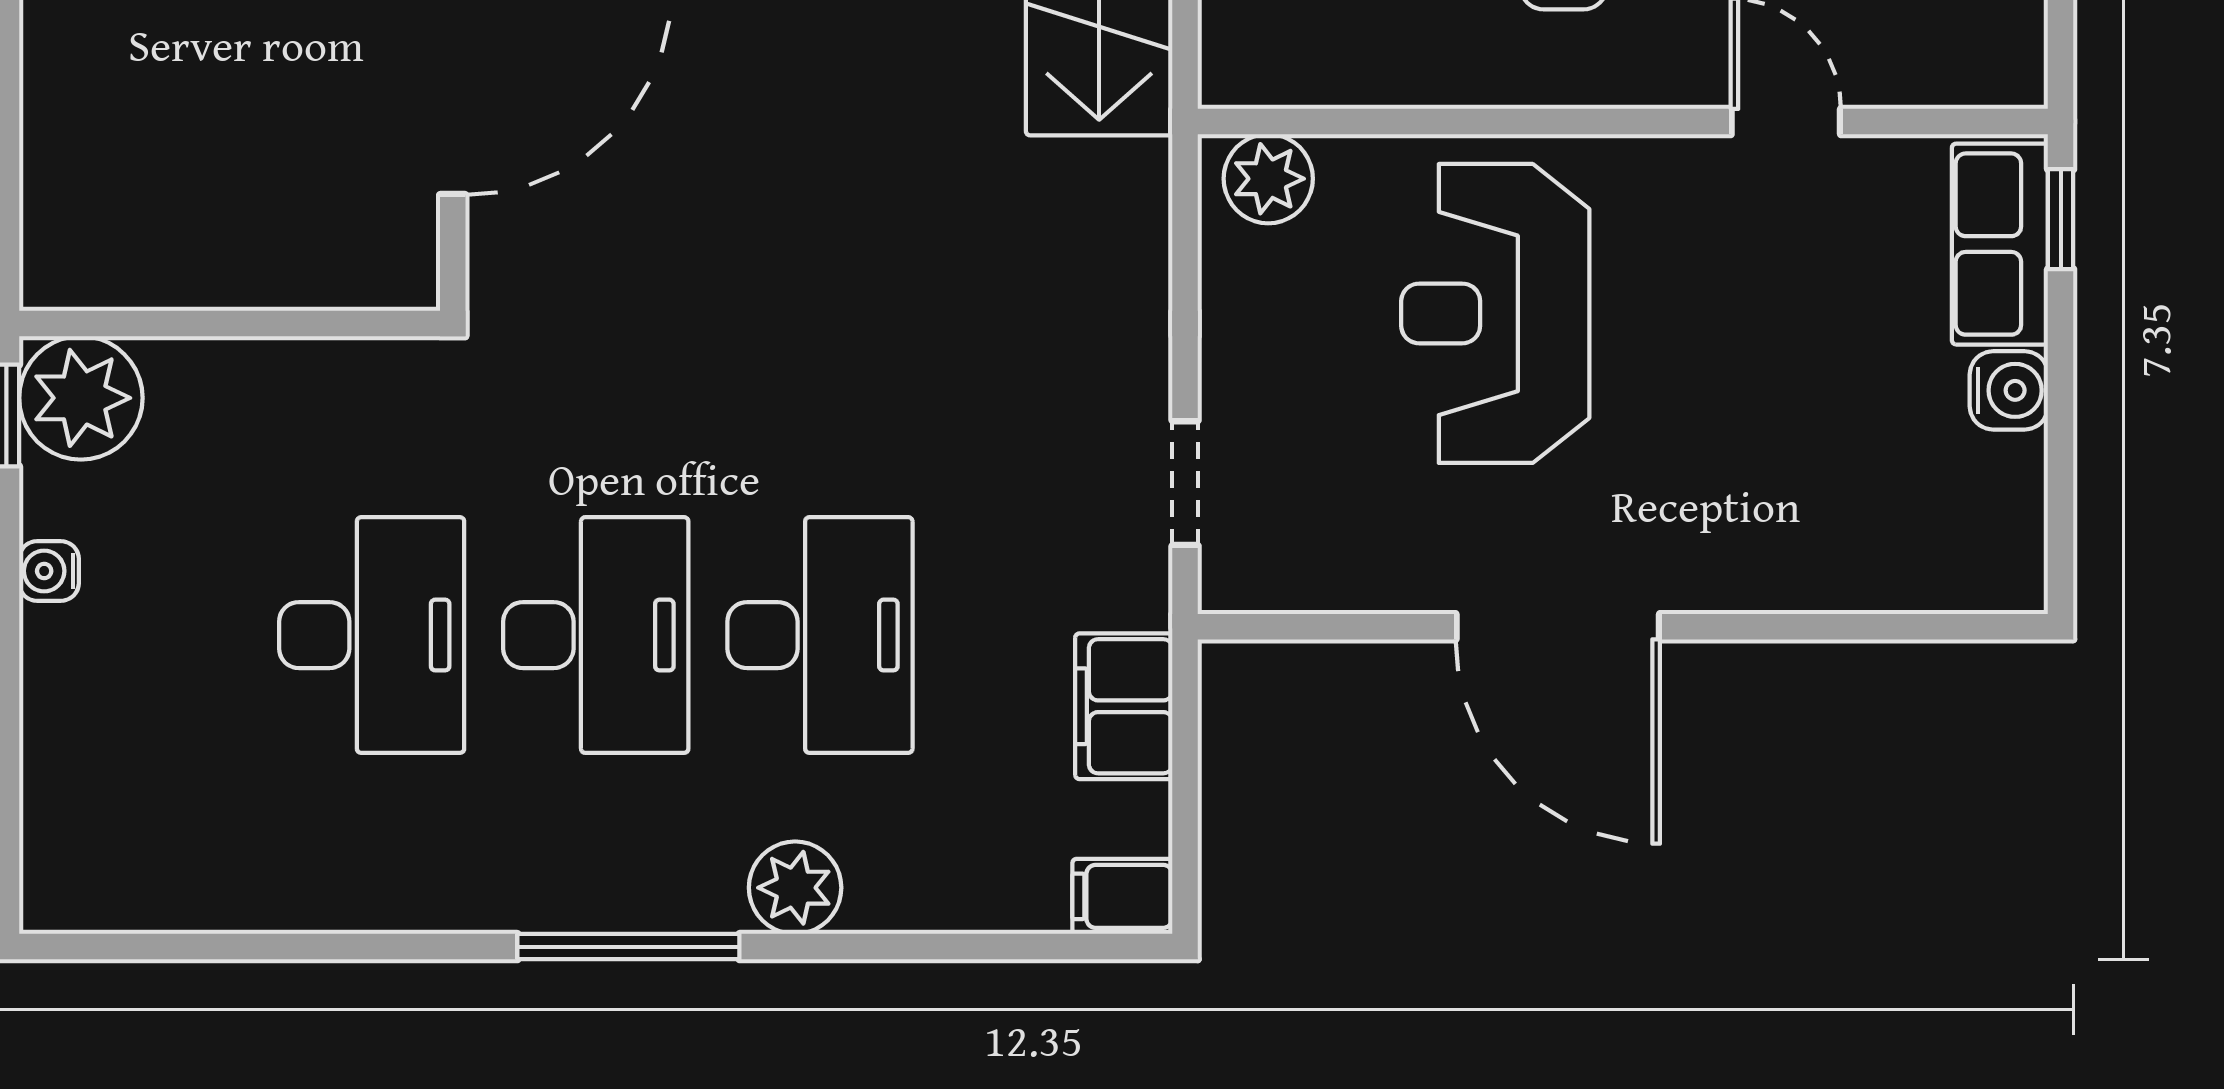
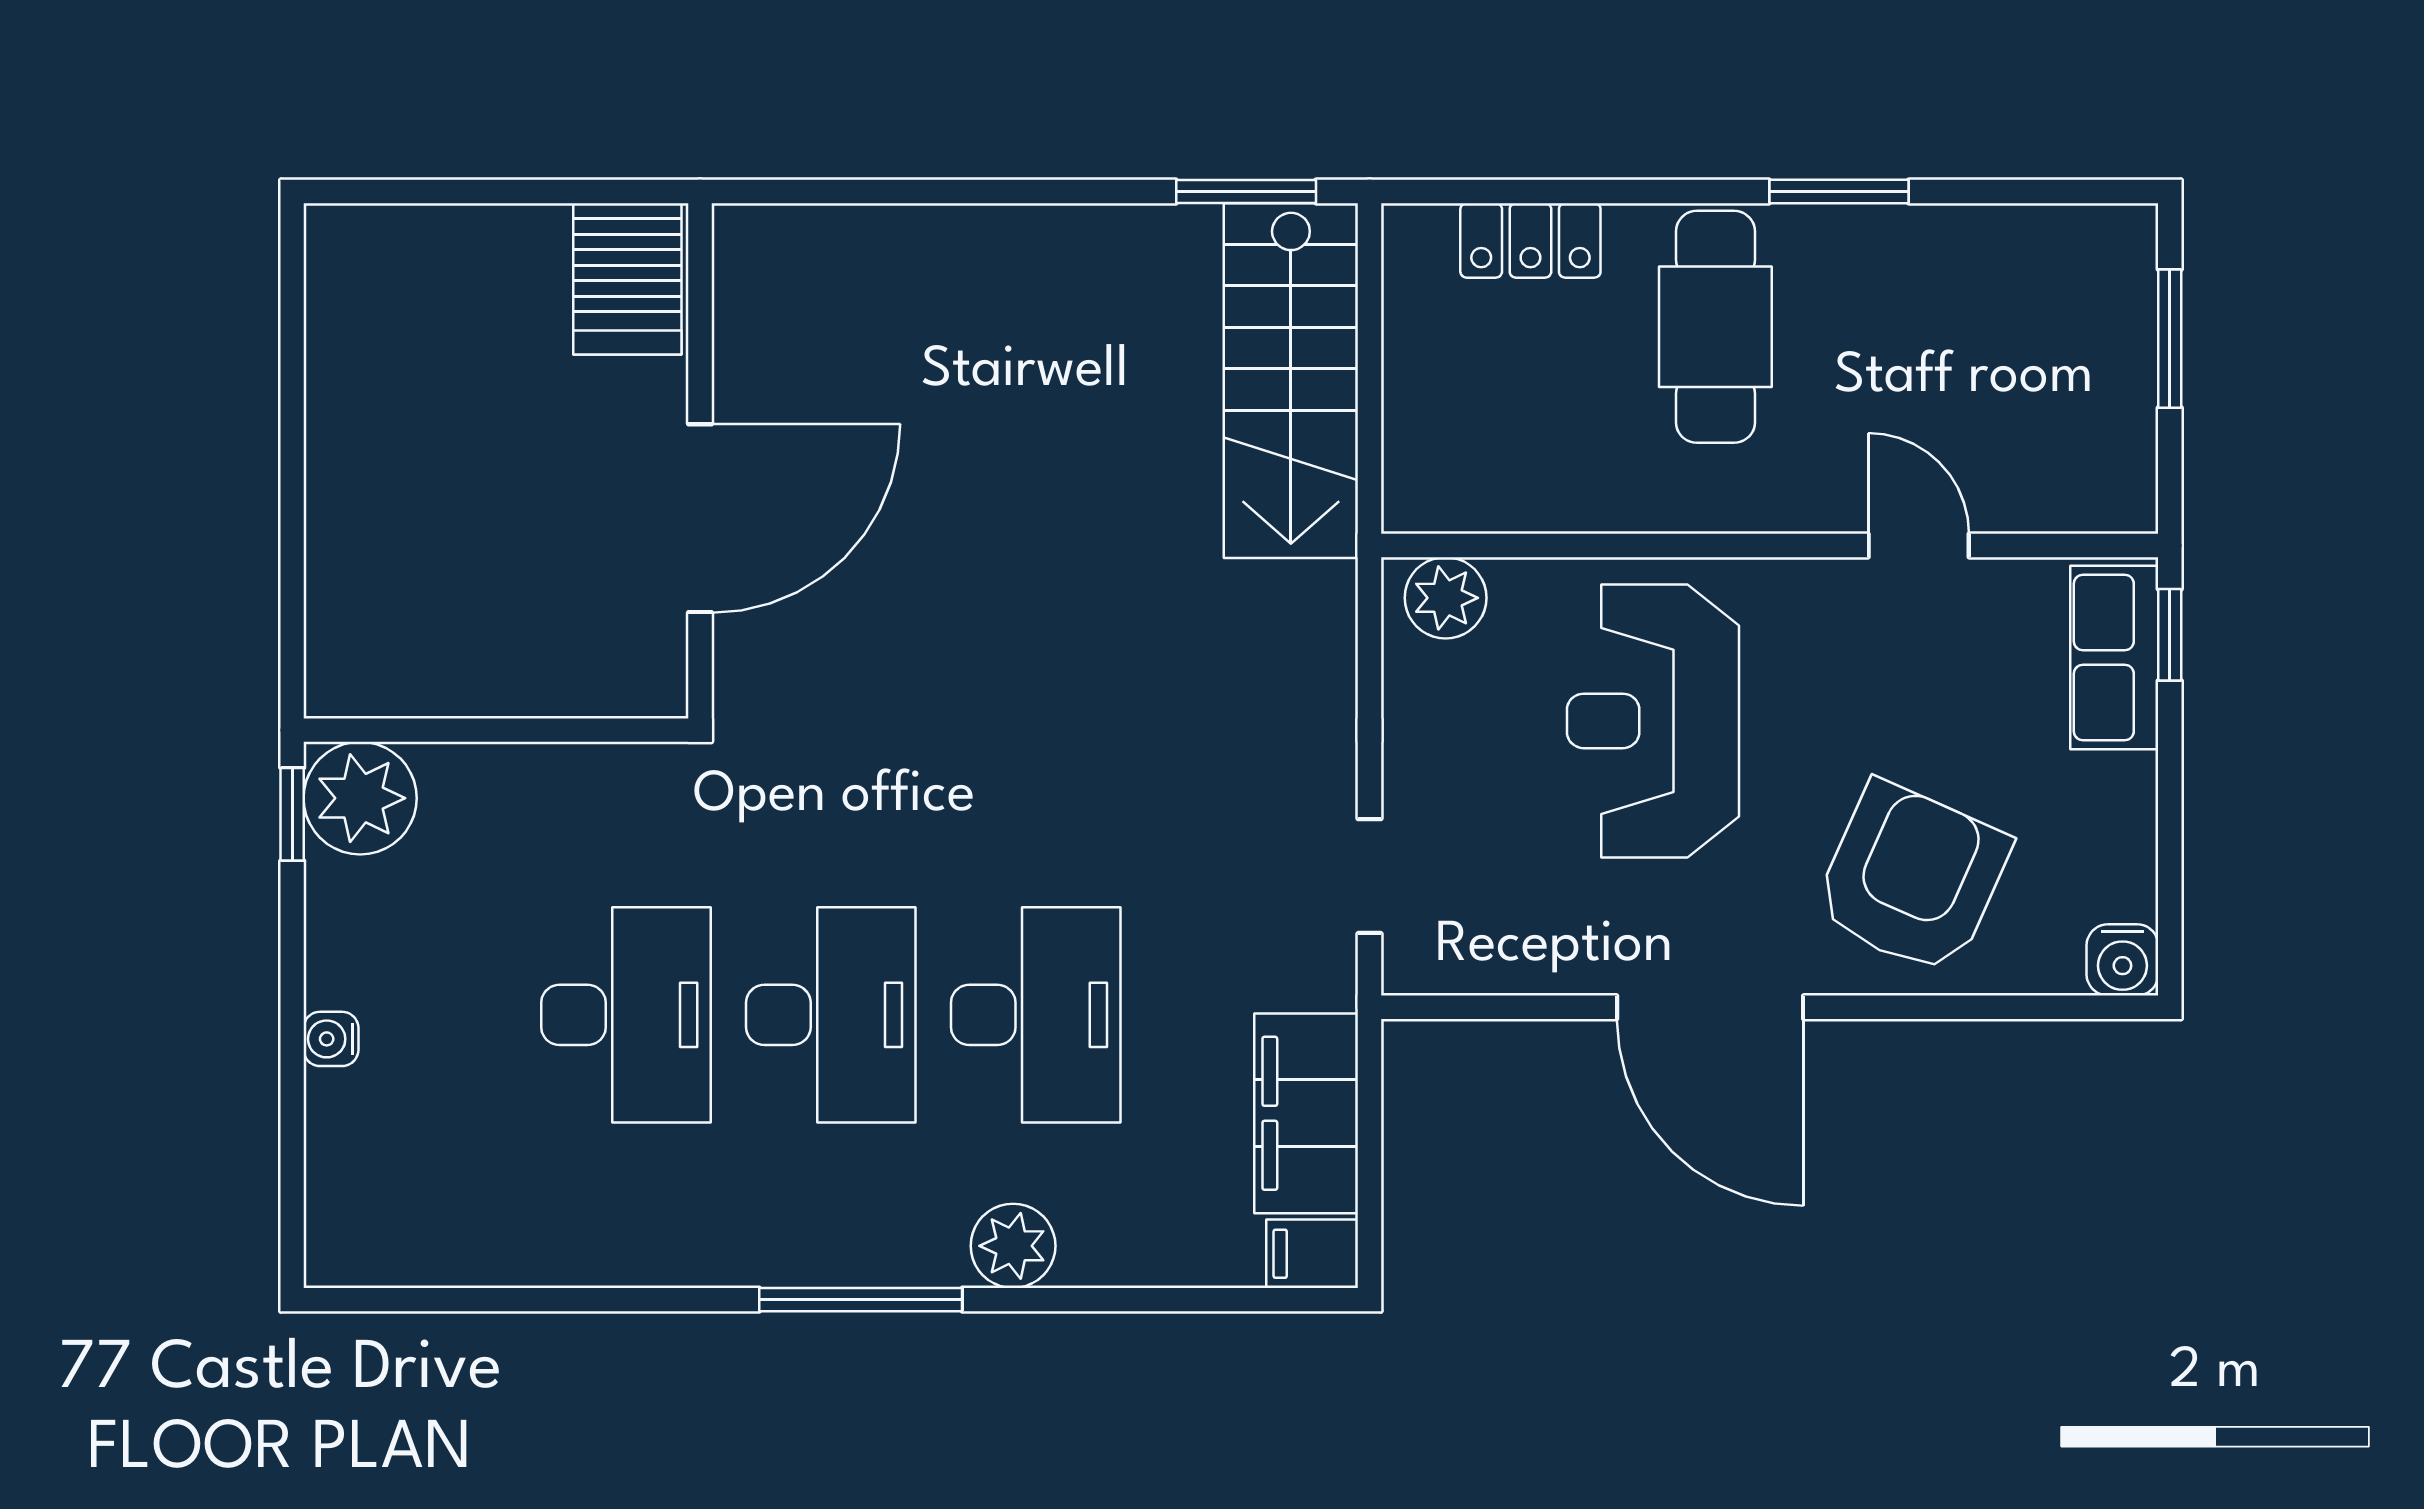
water cooler: (2009, 390) -> (2122, 960), moved, turned 90
armchair: (1779, 485) -> (1912, 878), added
water cooler: (49, 571) -> (331, 1039), moved
filing cabinet: (1124, 706) -> (1306, 1113), width x1.50, depth x1.17

